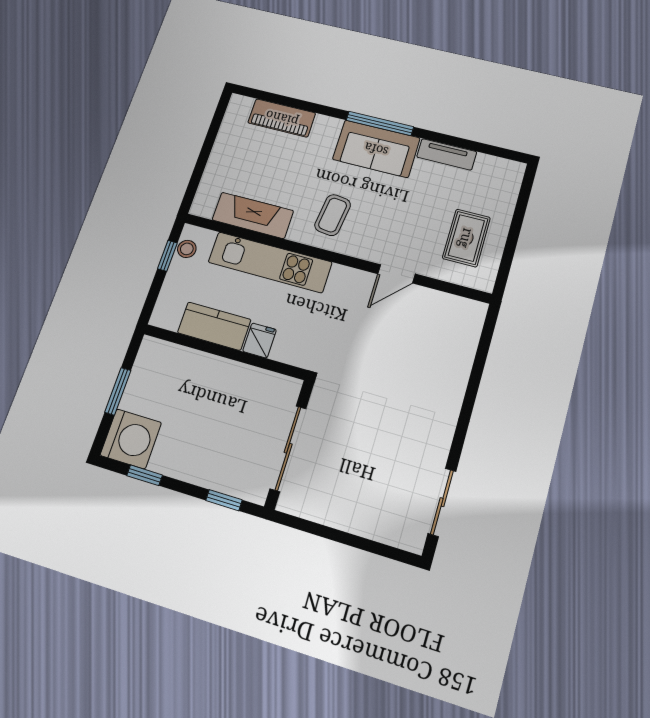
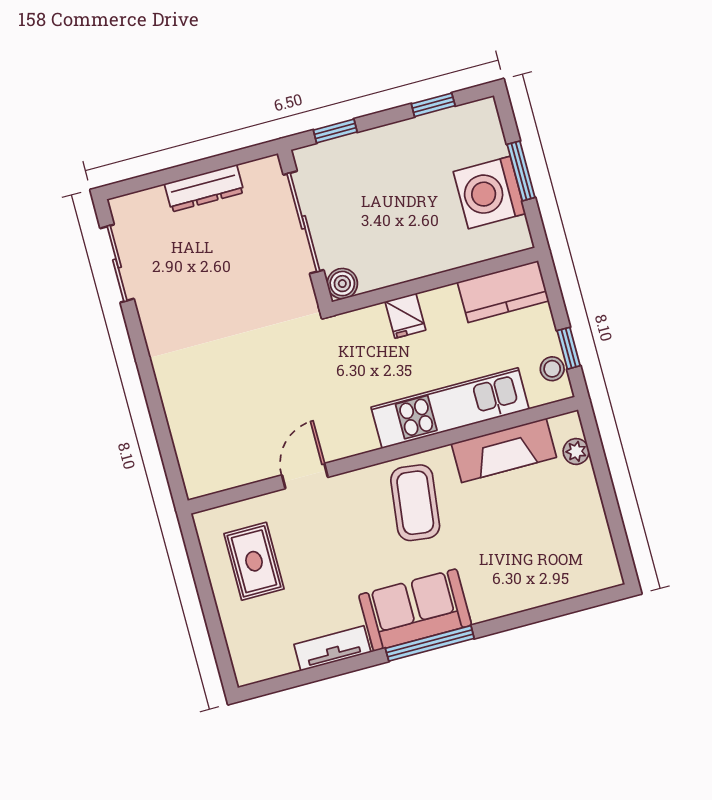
piano: (282, 118) -> (547, 586), removed
plant: (207, 189) -> (576, 451), added
coffee table: (333, 215) -> (415, 503), width x1.36, depth x1.30
kitchen counter: (214, 326) -> (503, 292), moved
boiler: (288, 388) -> (342, 284), added
washing machine: (131, 439) -> (489, 193), moved
dresser: (344, 518) -> (204, 188), added

